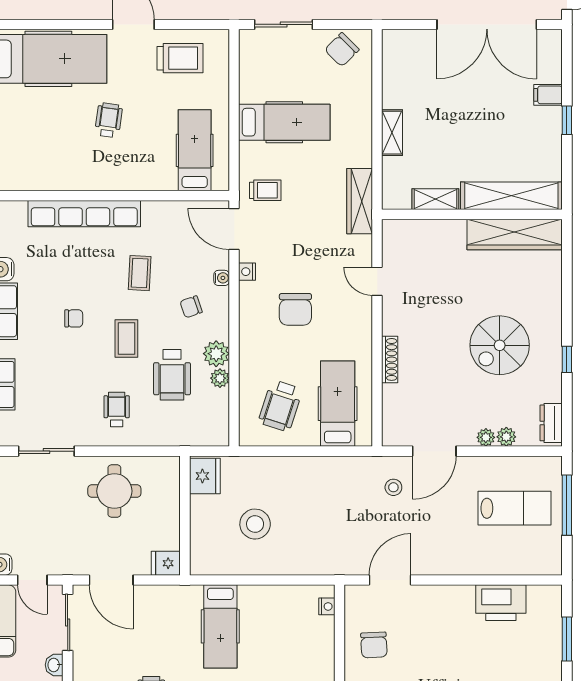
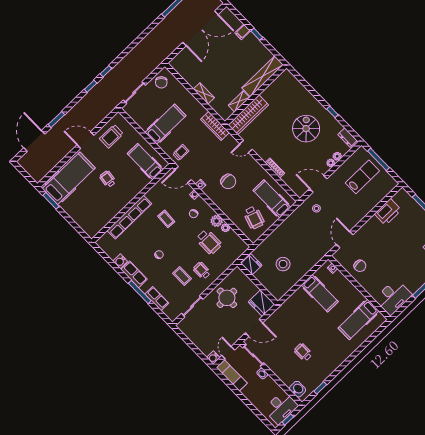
trolley: (180, 58) -> (111, 136), turned 180
wardrobe: (515, 234) -> (248, 115), moved
coffee table: (126, 338) -> (182, 276), moved
spiral stairs: (500, 345) -> (306, 129), turned 180
door: (434, 451) -> (318, 184), swing flipped
fridge: (166, 563) -> (261, 303), width x1.88, depth x1.34
door: (32, 580) -> (228, 353), swing flipped
hospital bed: (220, 626) -> (320, 293), moved

